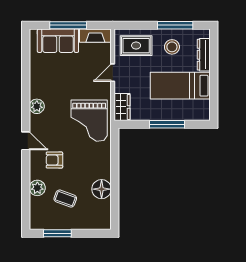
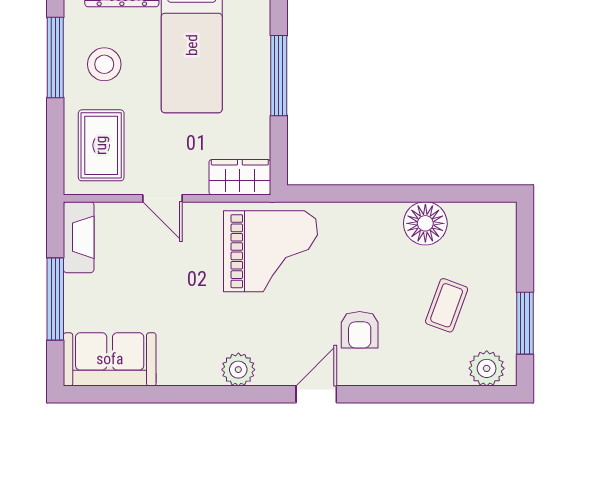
sofa: (58, 41) -> (110, 359), moved, turned -90
plant: (37, 188) -> (487, 368), moved

